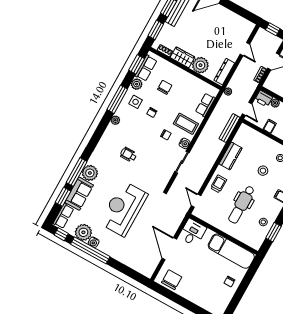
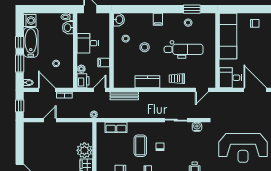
dresser: (224, 72) -> (79, 127), removed
coffee table: (186, 124) -> (140, 146), moved
water cooler: (185, 143) -> (197, 127), moved
door: (169, 249) -> (255, 90), swing flipped

